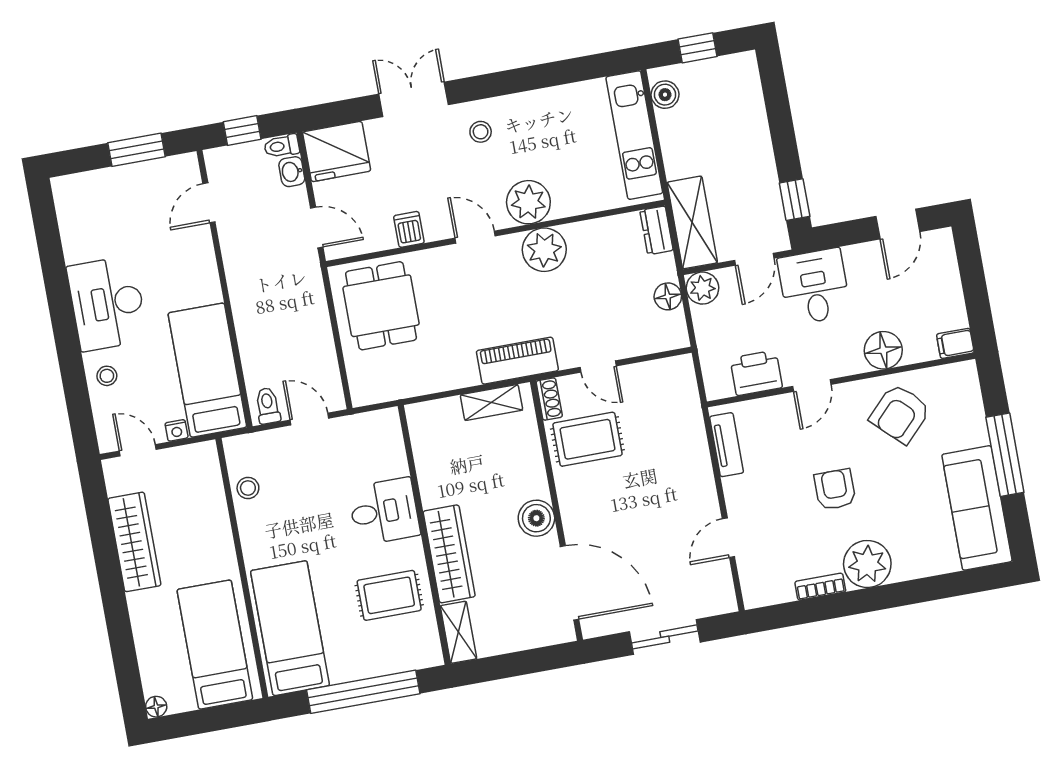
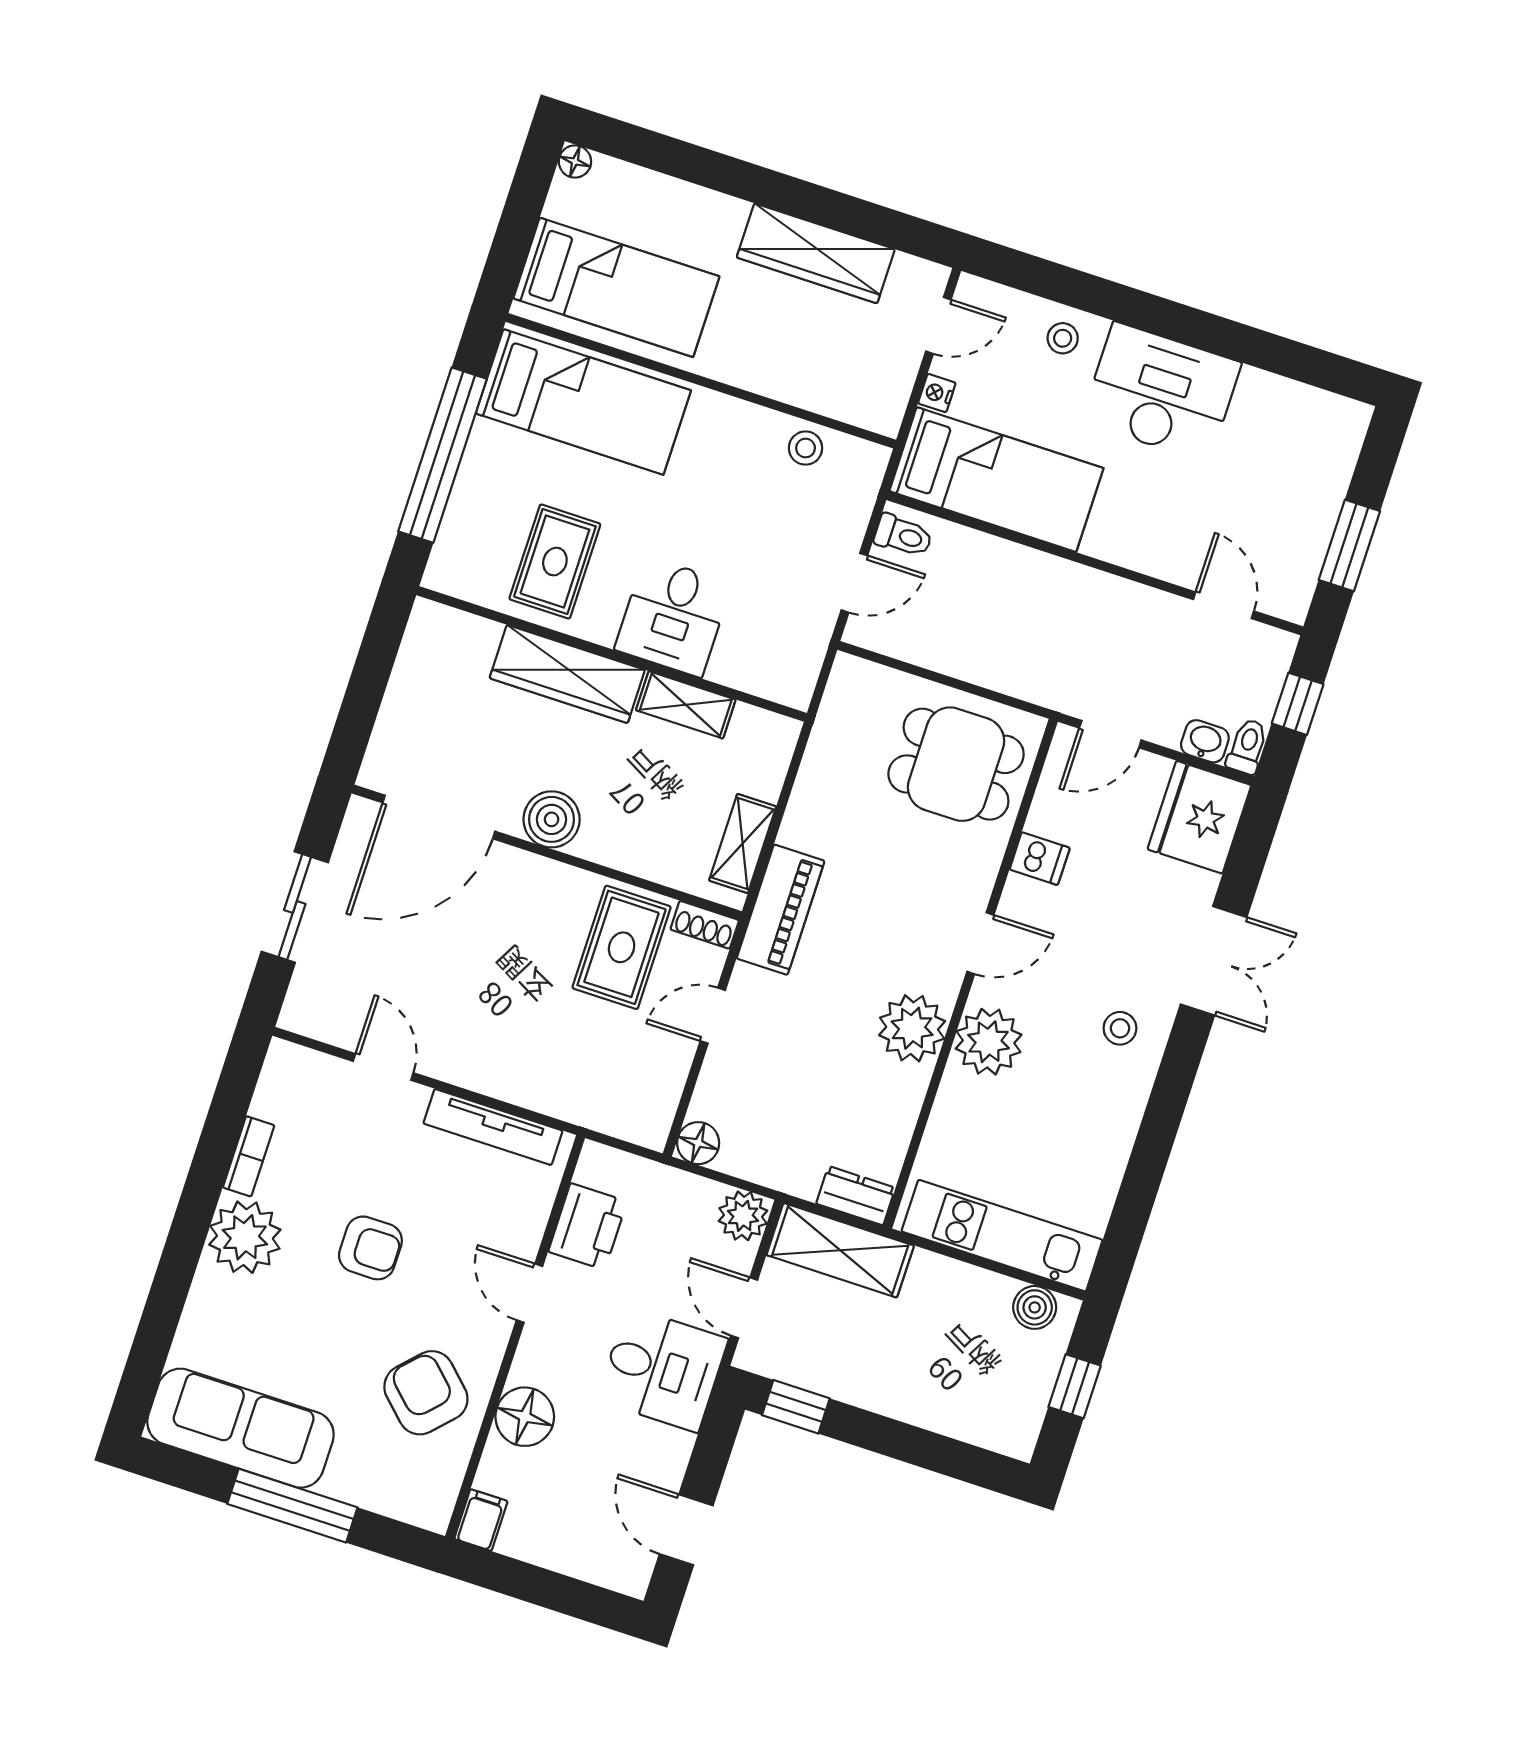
floor lamp: (668, 296) -> (698, 1143), moved
tv unit: (727, 445) -> (493, 1127), width x1.41
shelving: (458, 632) -> (686, 705), moved

